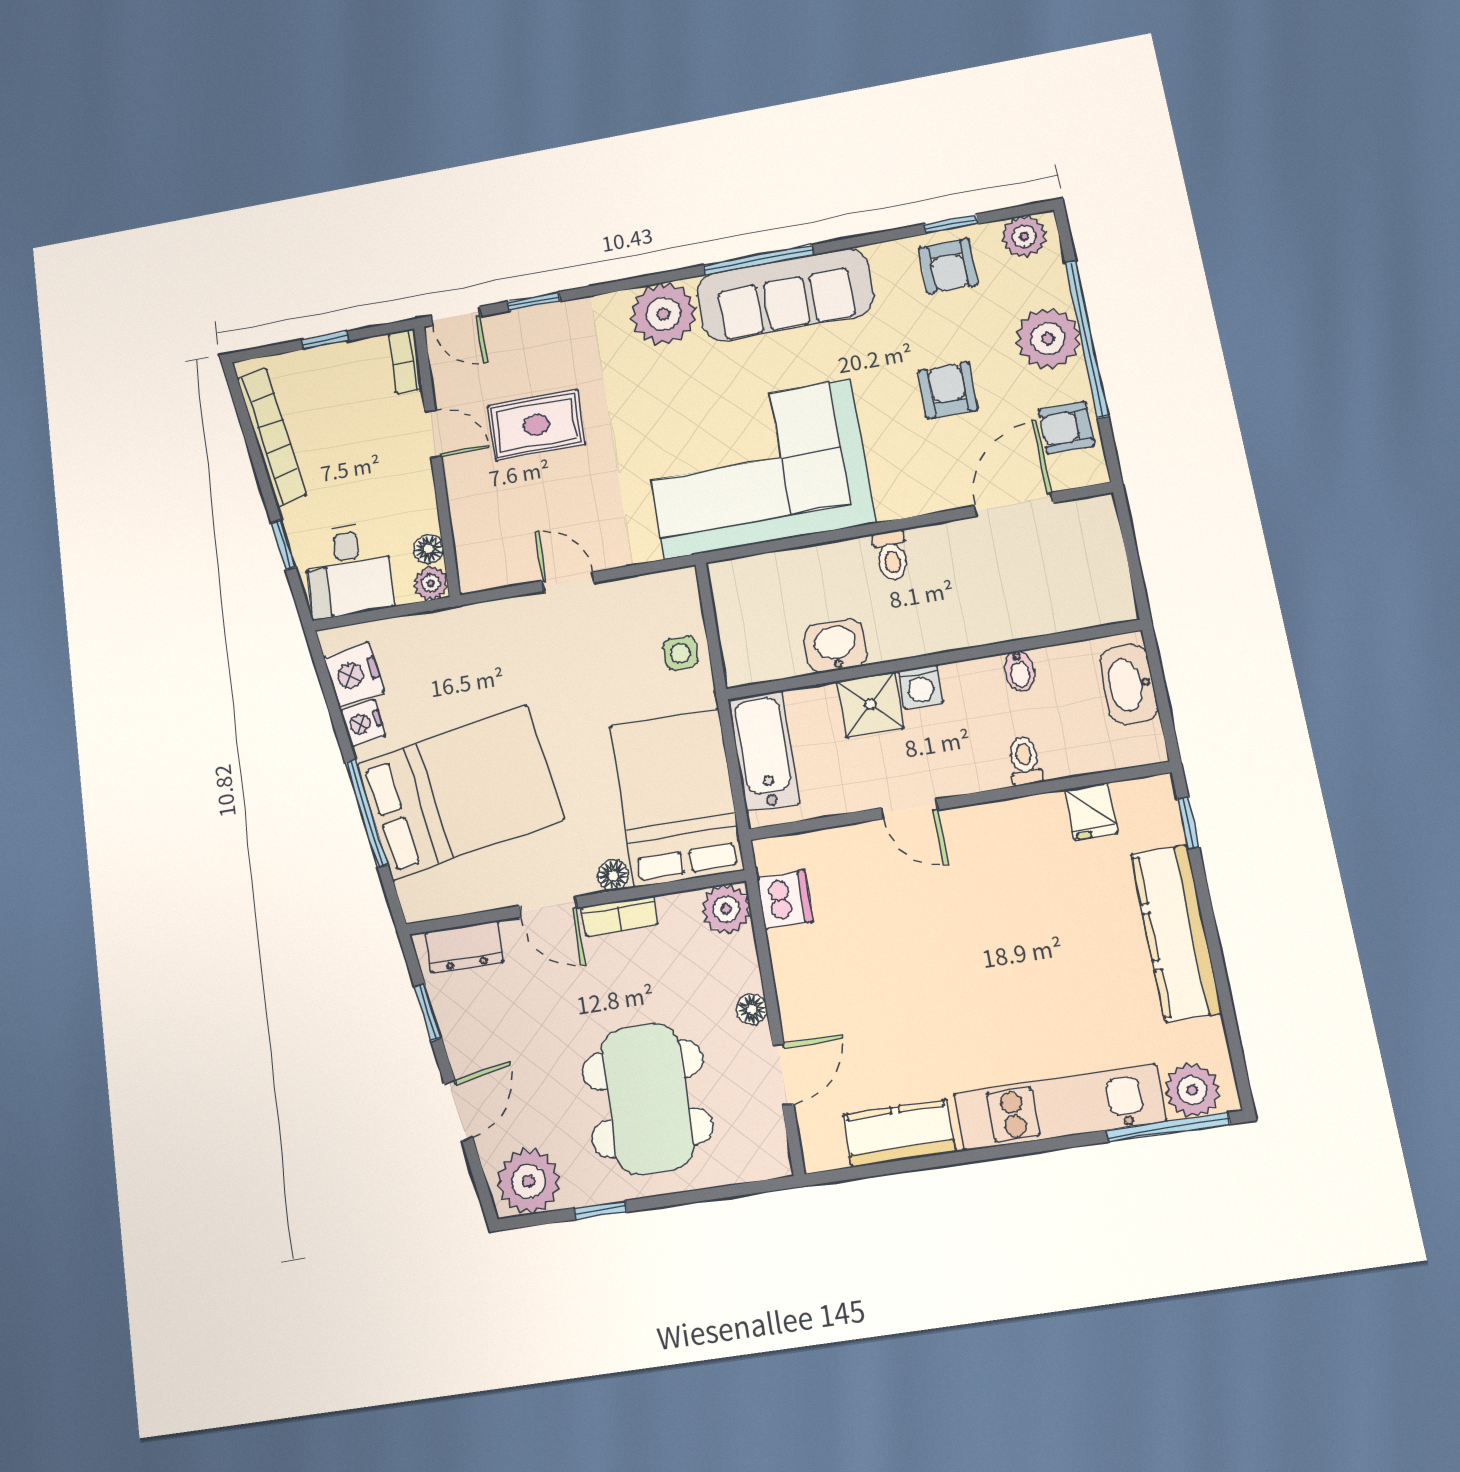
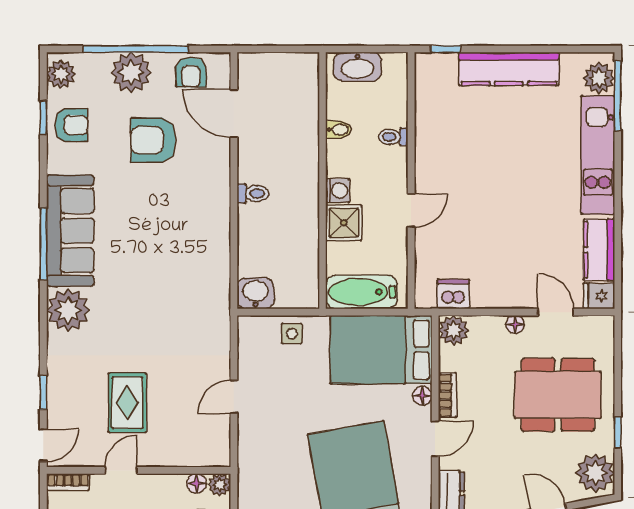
armchair: (948, 390) -> (153, 140), width x1.38, depth x1.38
corner sofa: (757, 469) -> (182, 267), removed
washbasin: (835, 646) -> (256, 293), moved, turned 90
fridge: (1091, 811) -> (599, 296), moved, turned 180

